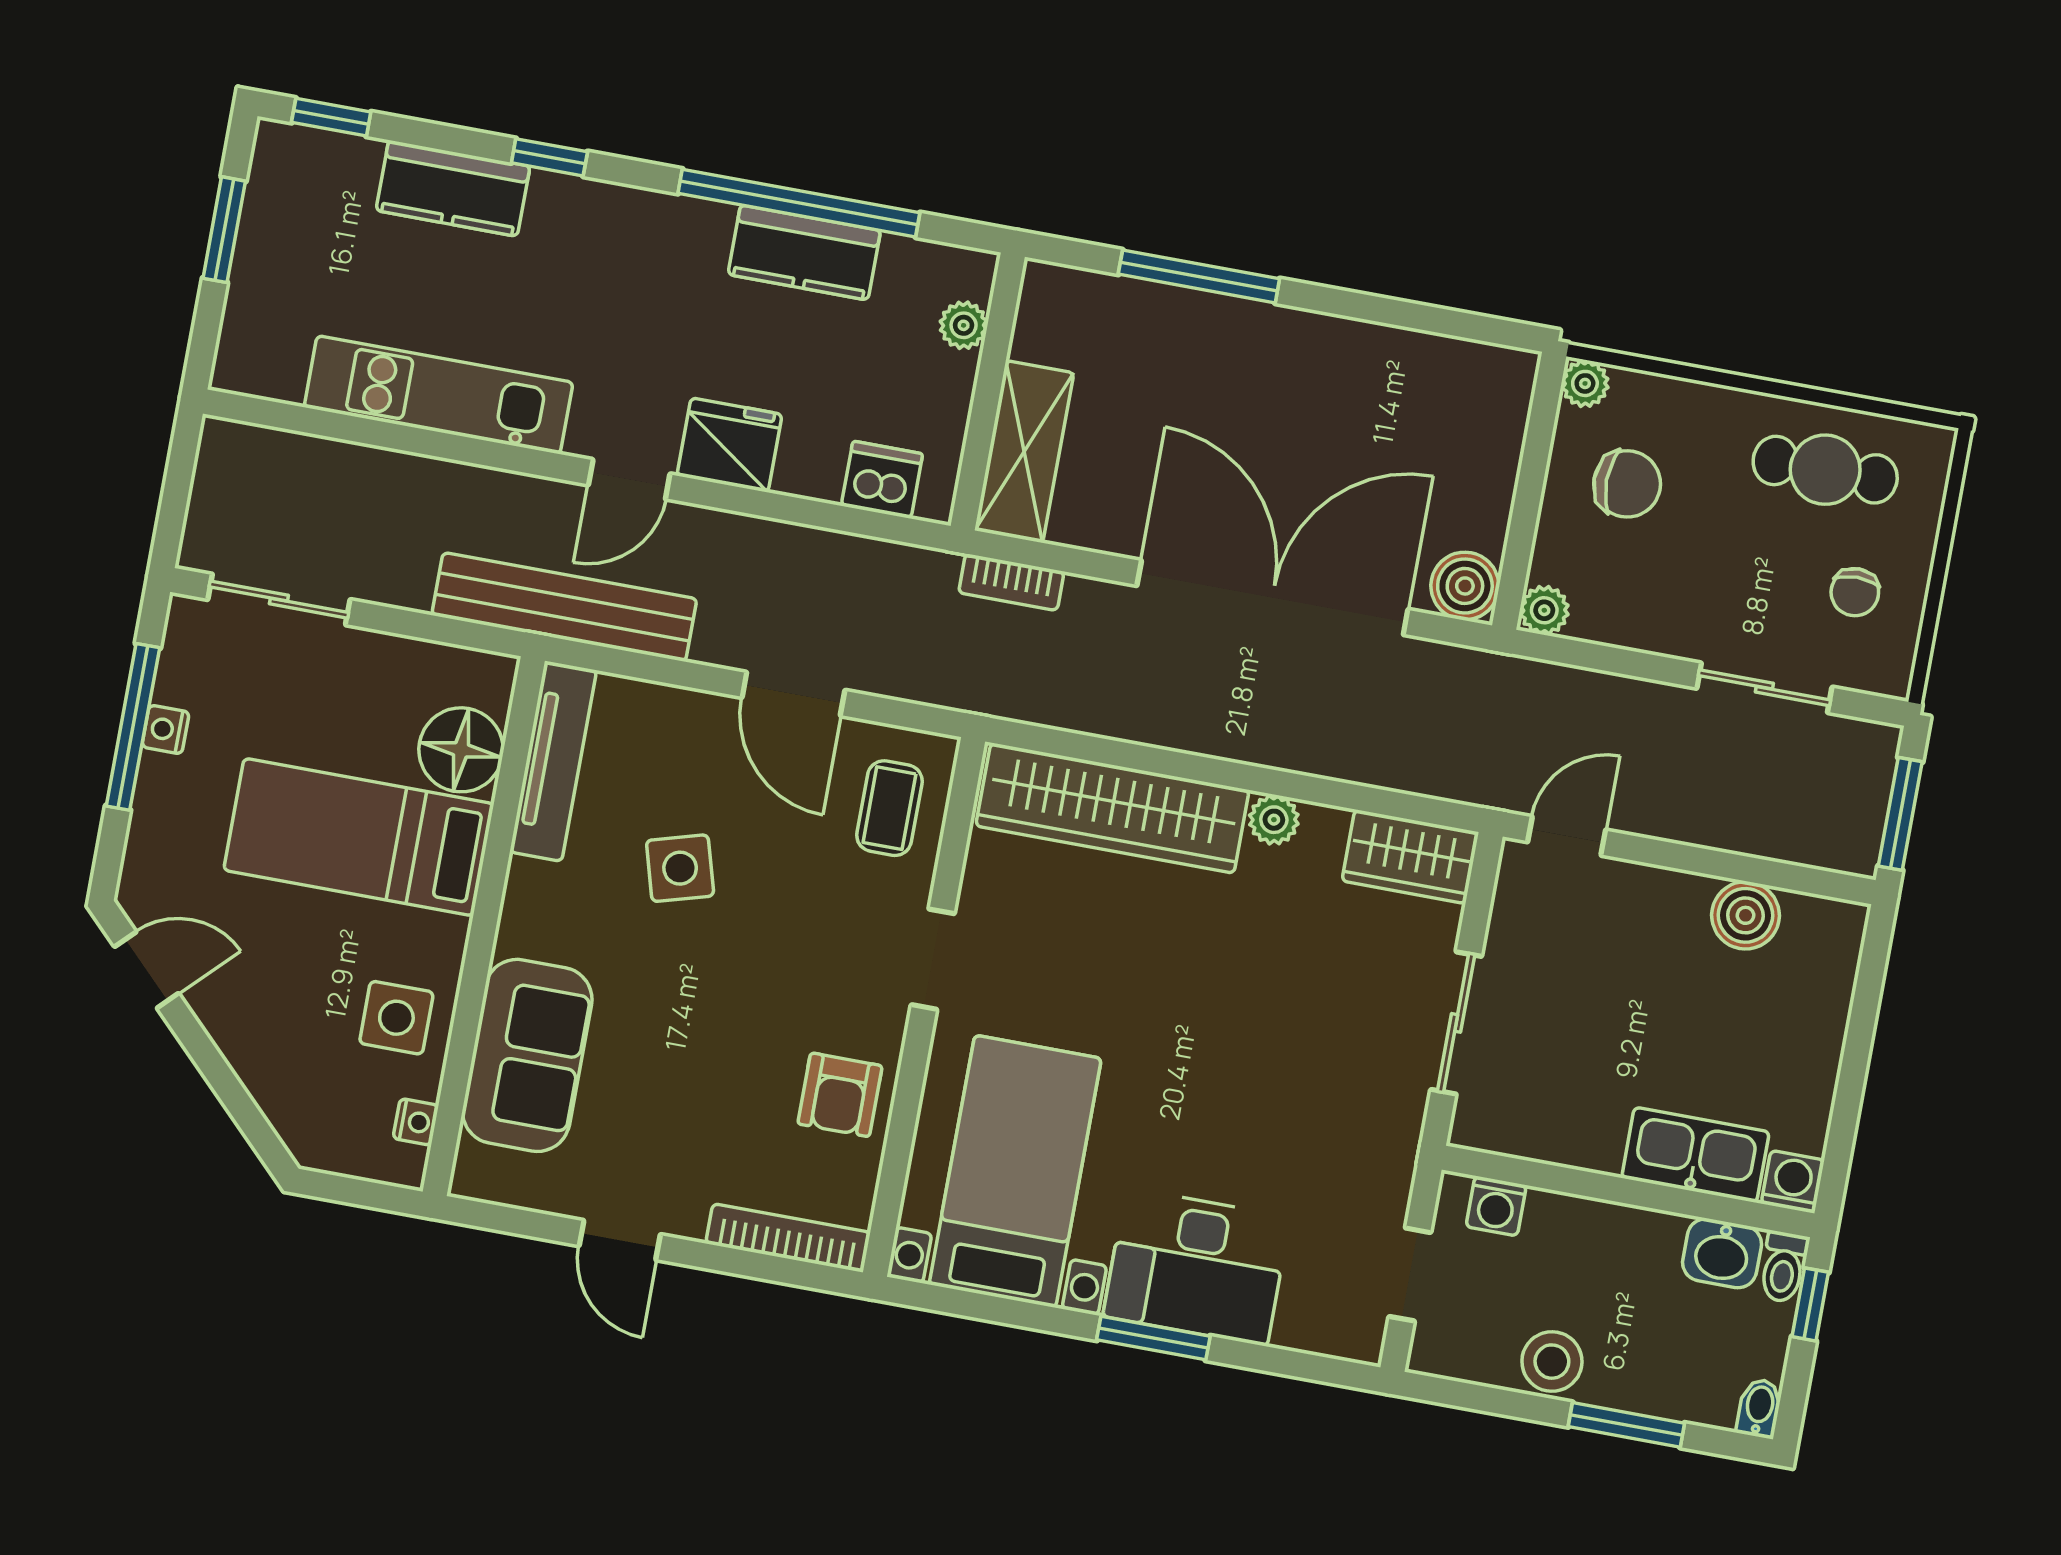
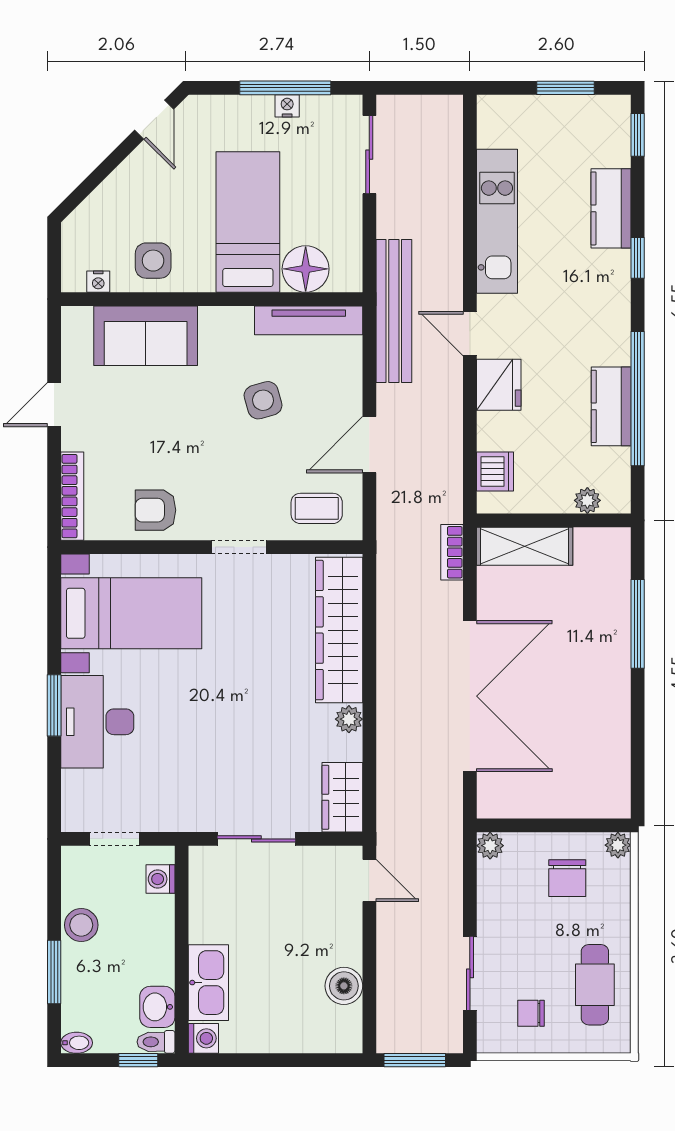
boiler: (1465, 586) -> (495, 800), removed

